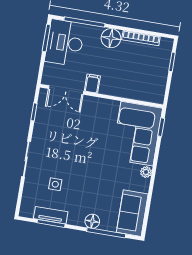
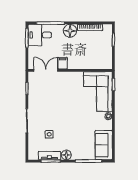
desk: (65, 43) -> (40, 35), width x0.73
double door: (66, 90) -> (46, 70), swing flipped
floor lamp: (92, 221) -> (66, 155), moved

